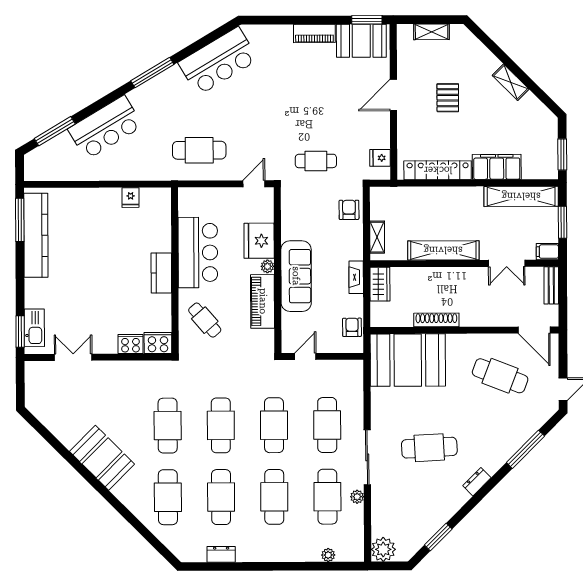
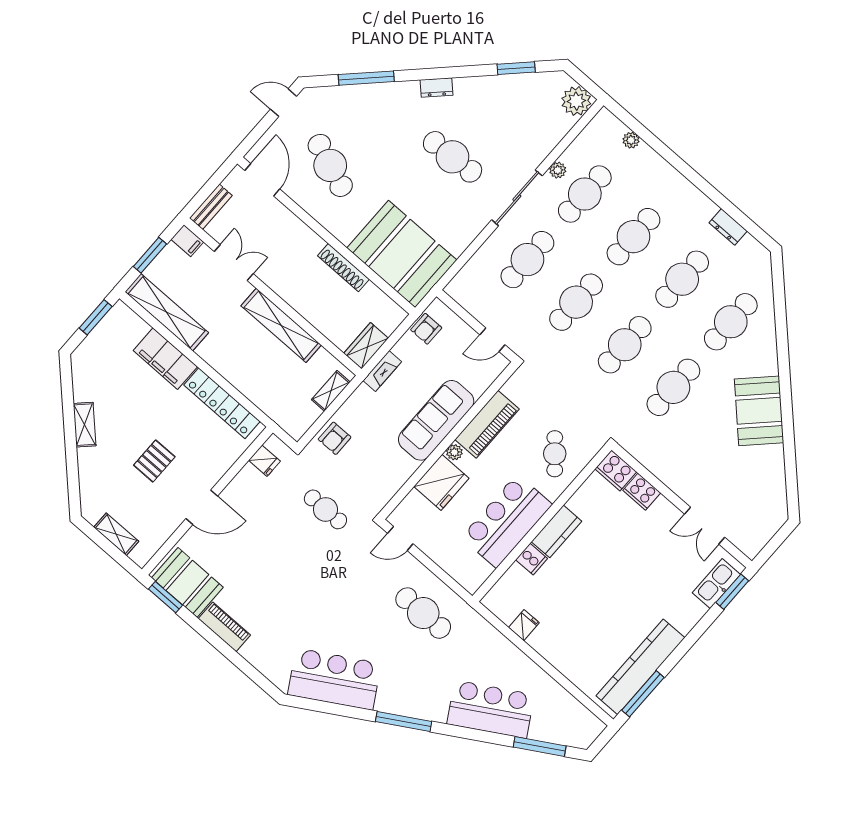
cooker: (162, 242) -> (532, 559), added

